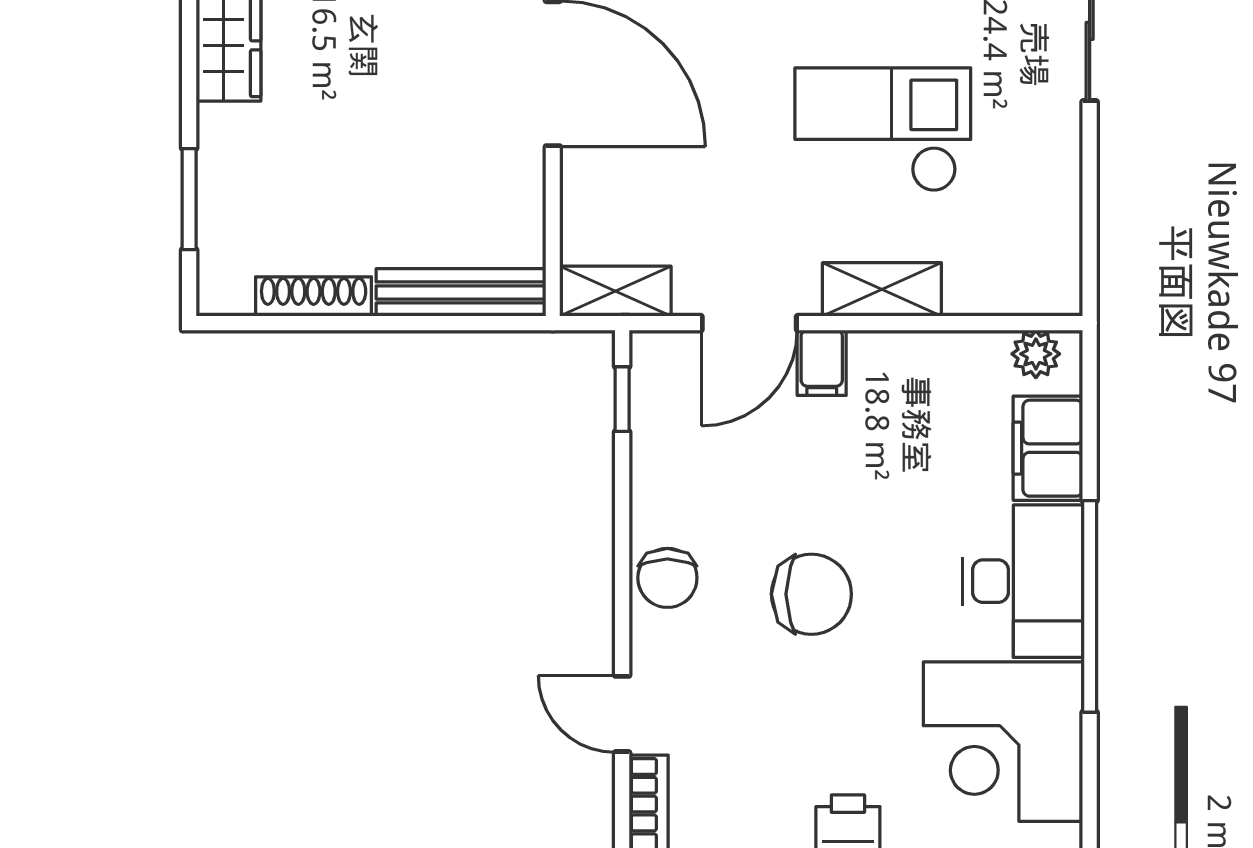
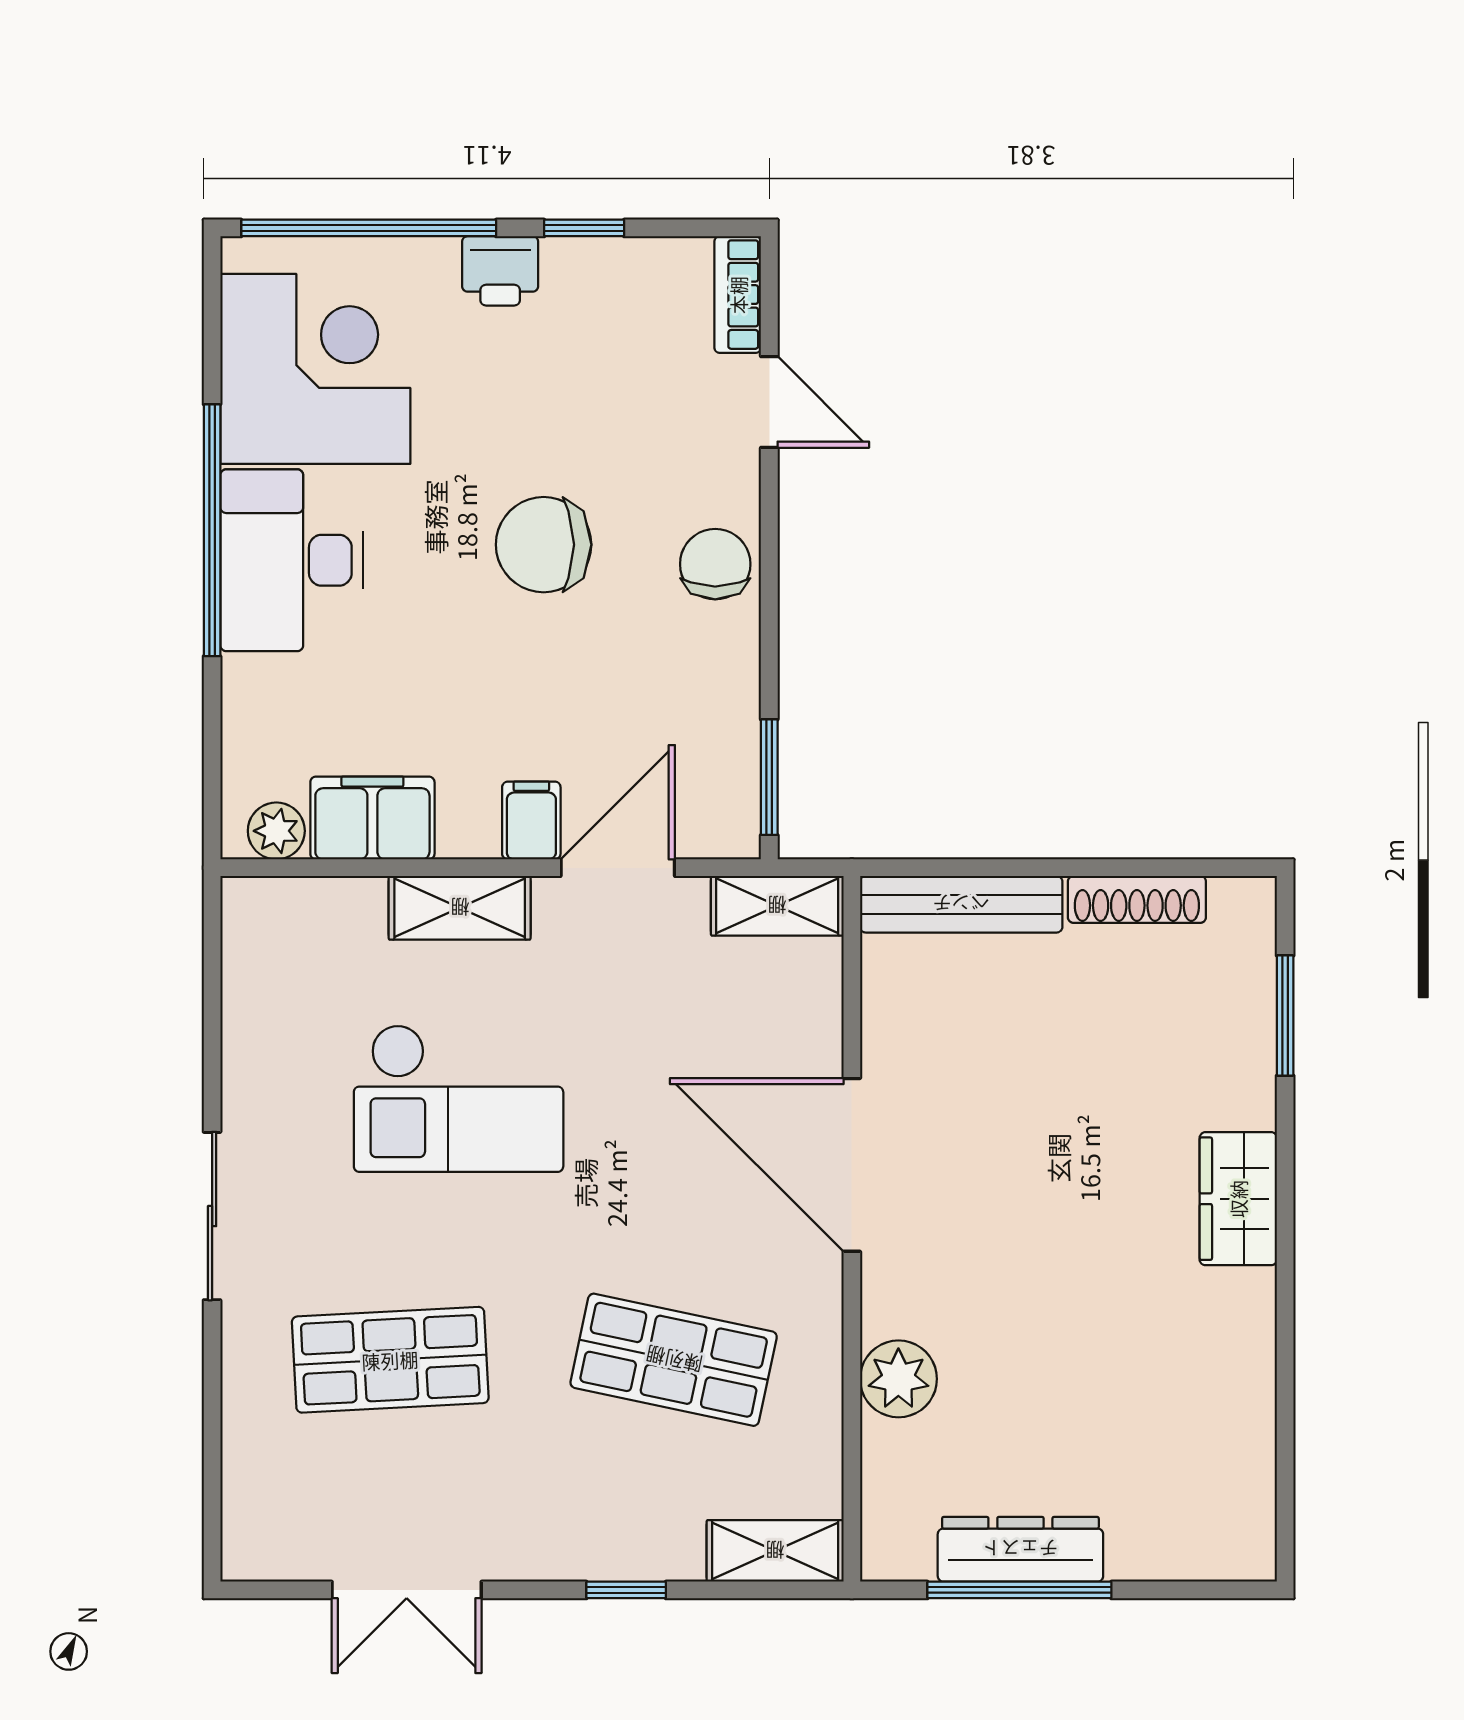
window: (622, 399) -> (769, 777), width x1.50
filing cabinet: (1048, 448) -> (372, 818), moved, turned -90

